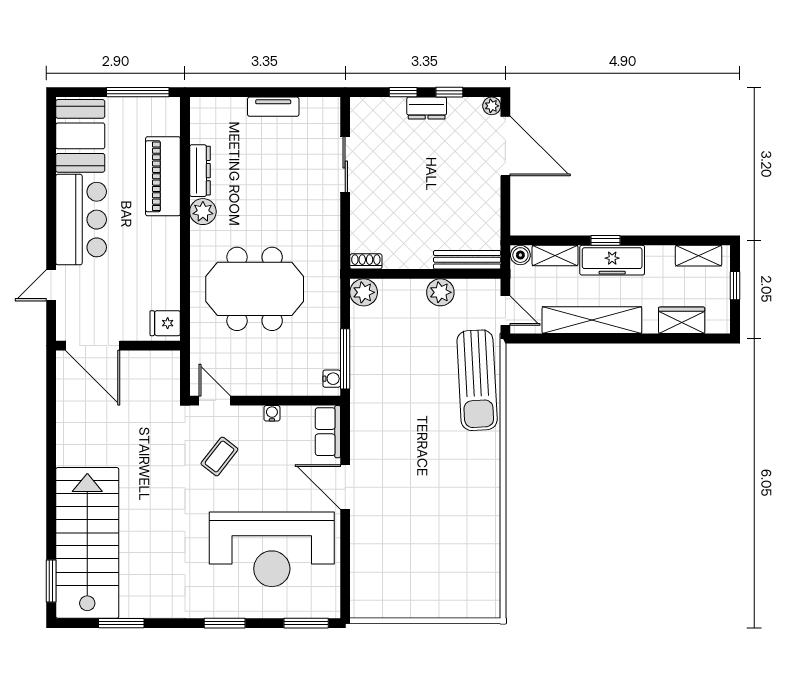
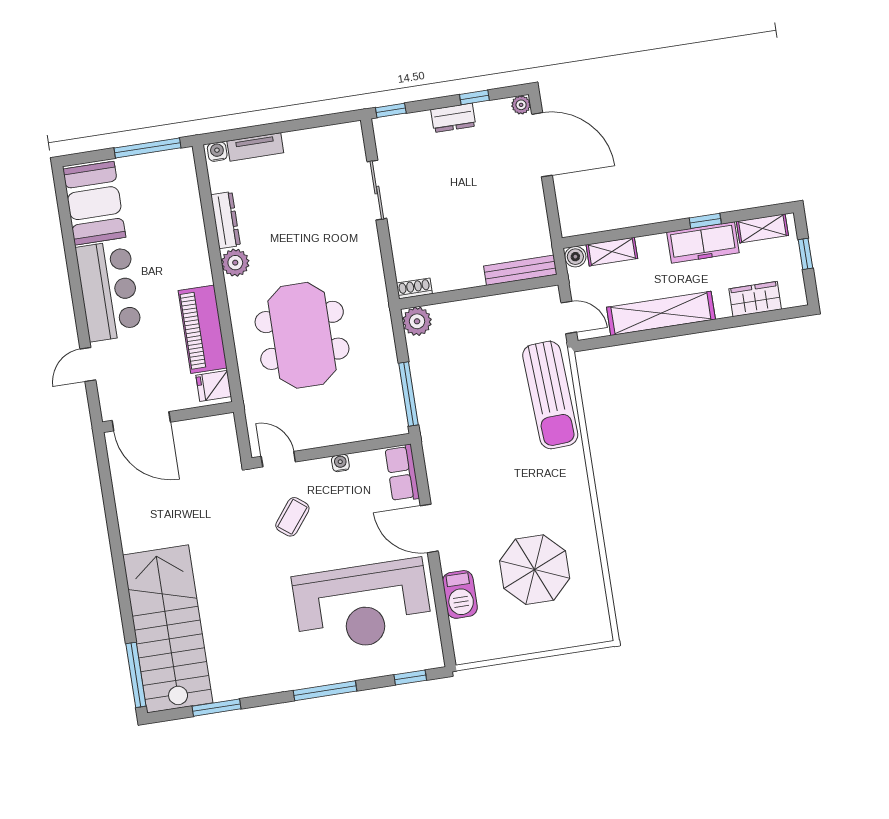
window: (403, 92) -> (391, 110), moved
tv unit: (273, 107) -> (255, 147), moved
piano: (163, 176) -> (203, 329), moved
window: (605, 240) -> (705, 221), moved
freezer: (612, 260) -> (703, 242), moved
meeting table: (255, 289) -> (302, 335), turned 90
plant: (440, 292) -> (497, 309), removed
water cooler: (332, 379) -> (217, 152), moved, turned -90
parasol: (437, 541) -> (535, 570), added
barbecue: (364, 553) -> (460, 594), added
window: (51, 581) -> (136, 675), width x1.44
window: (225, 623) -> (325, 691), width x1.44
window: (306, 623) -> (410, 678), width x0.67

